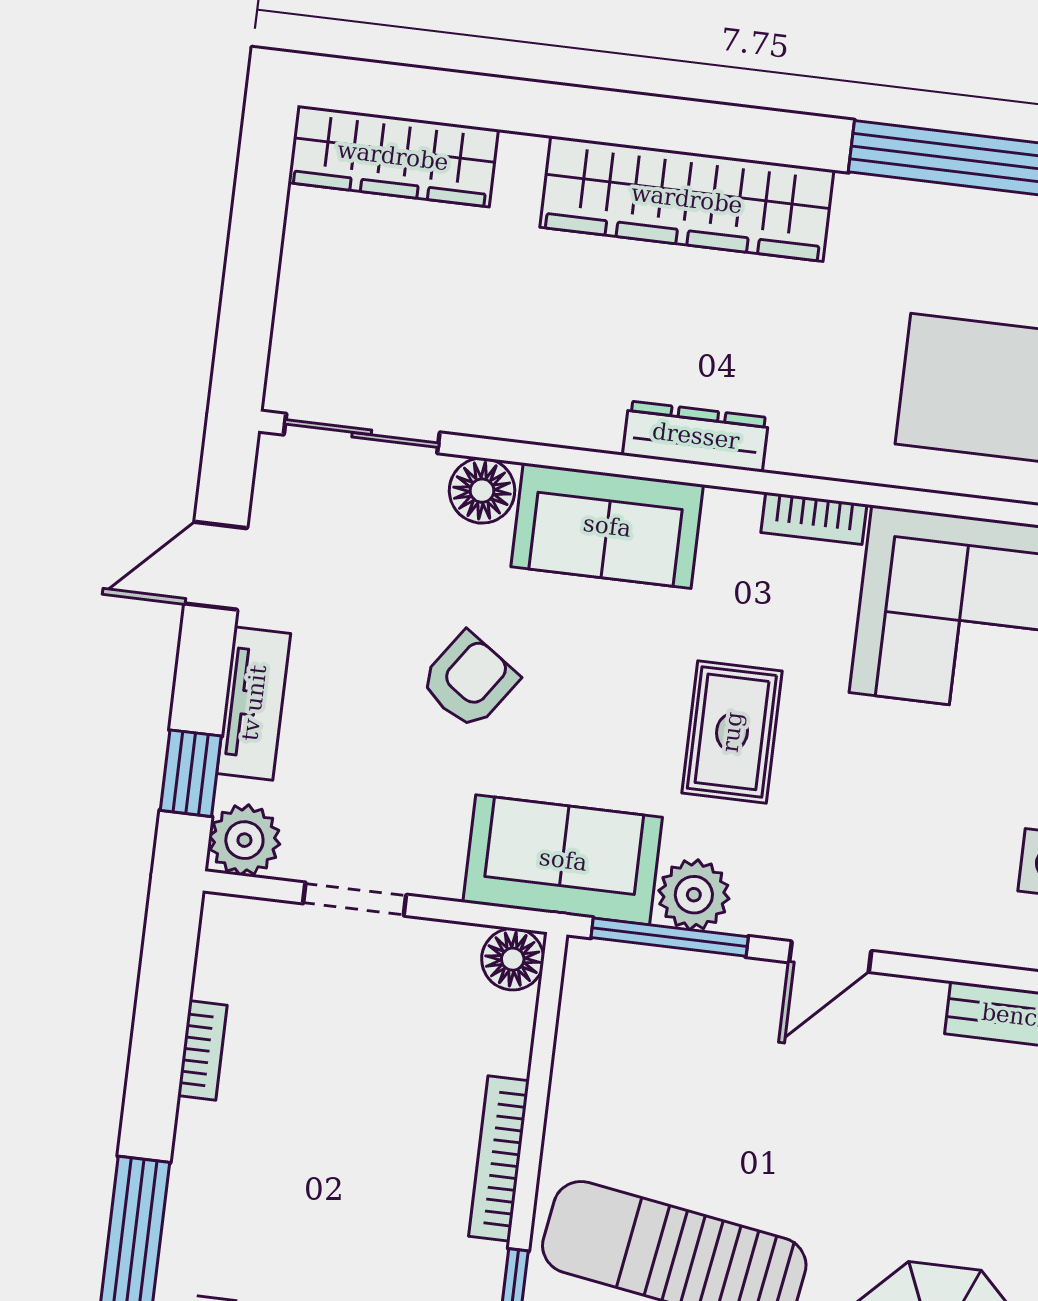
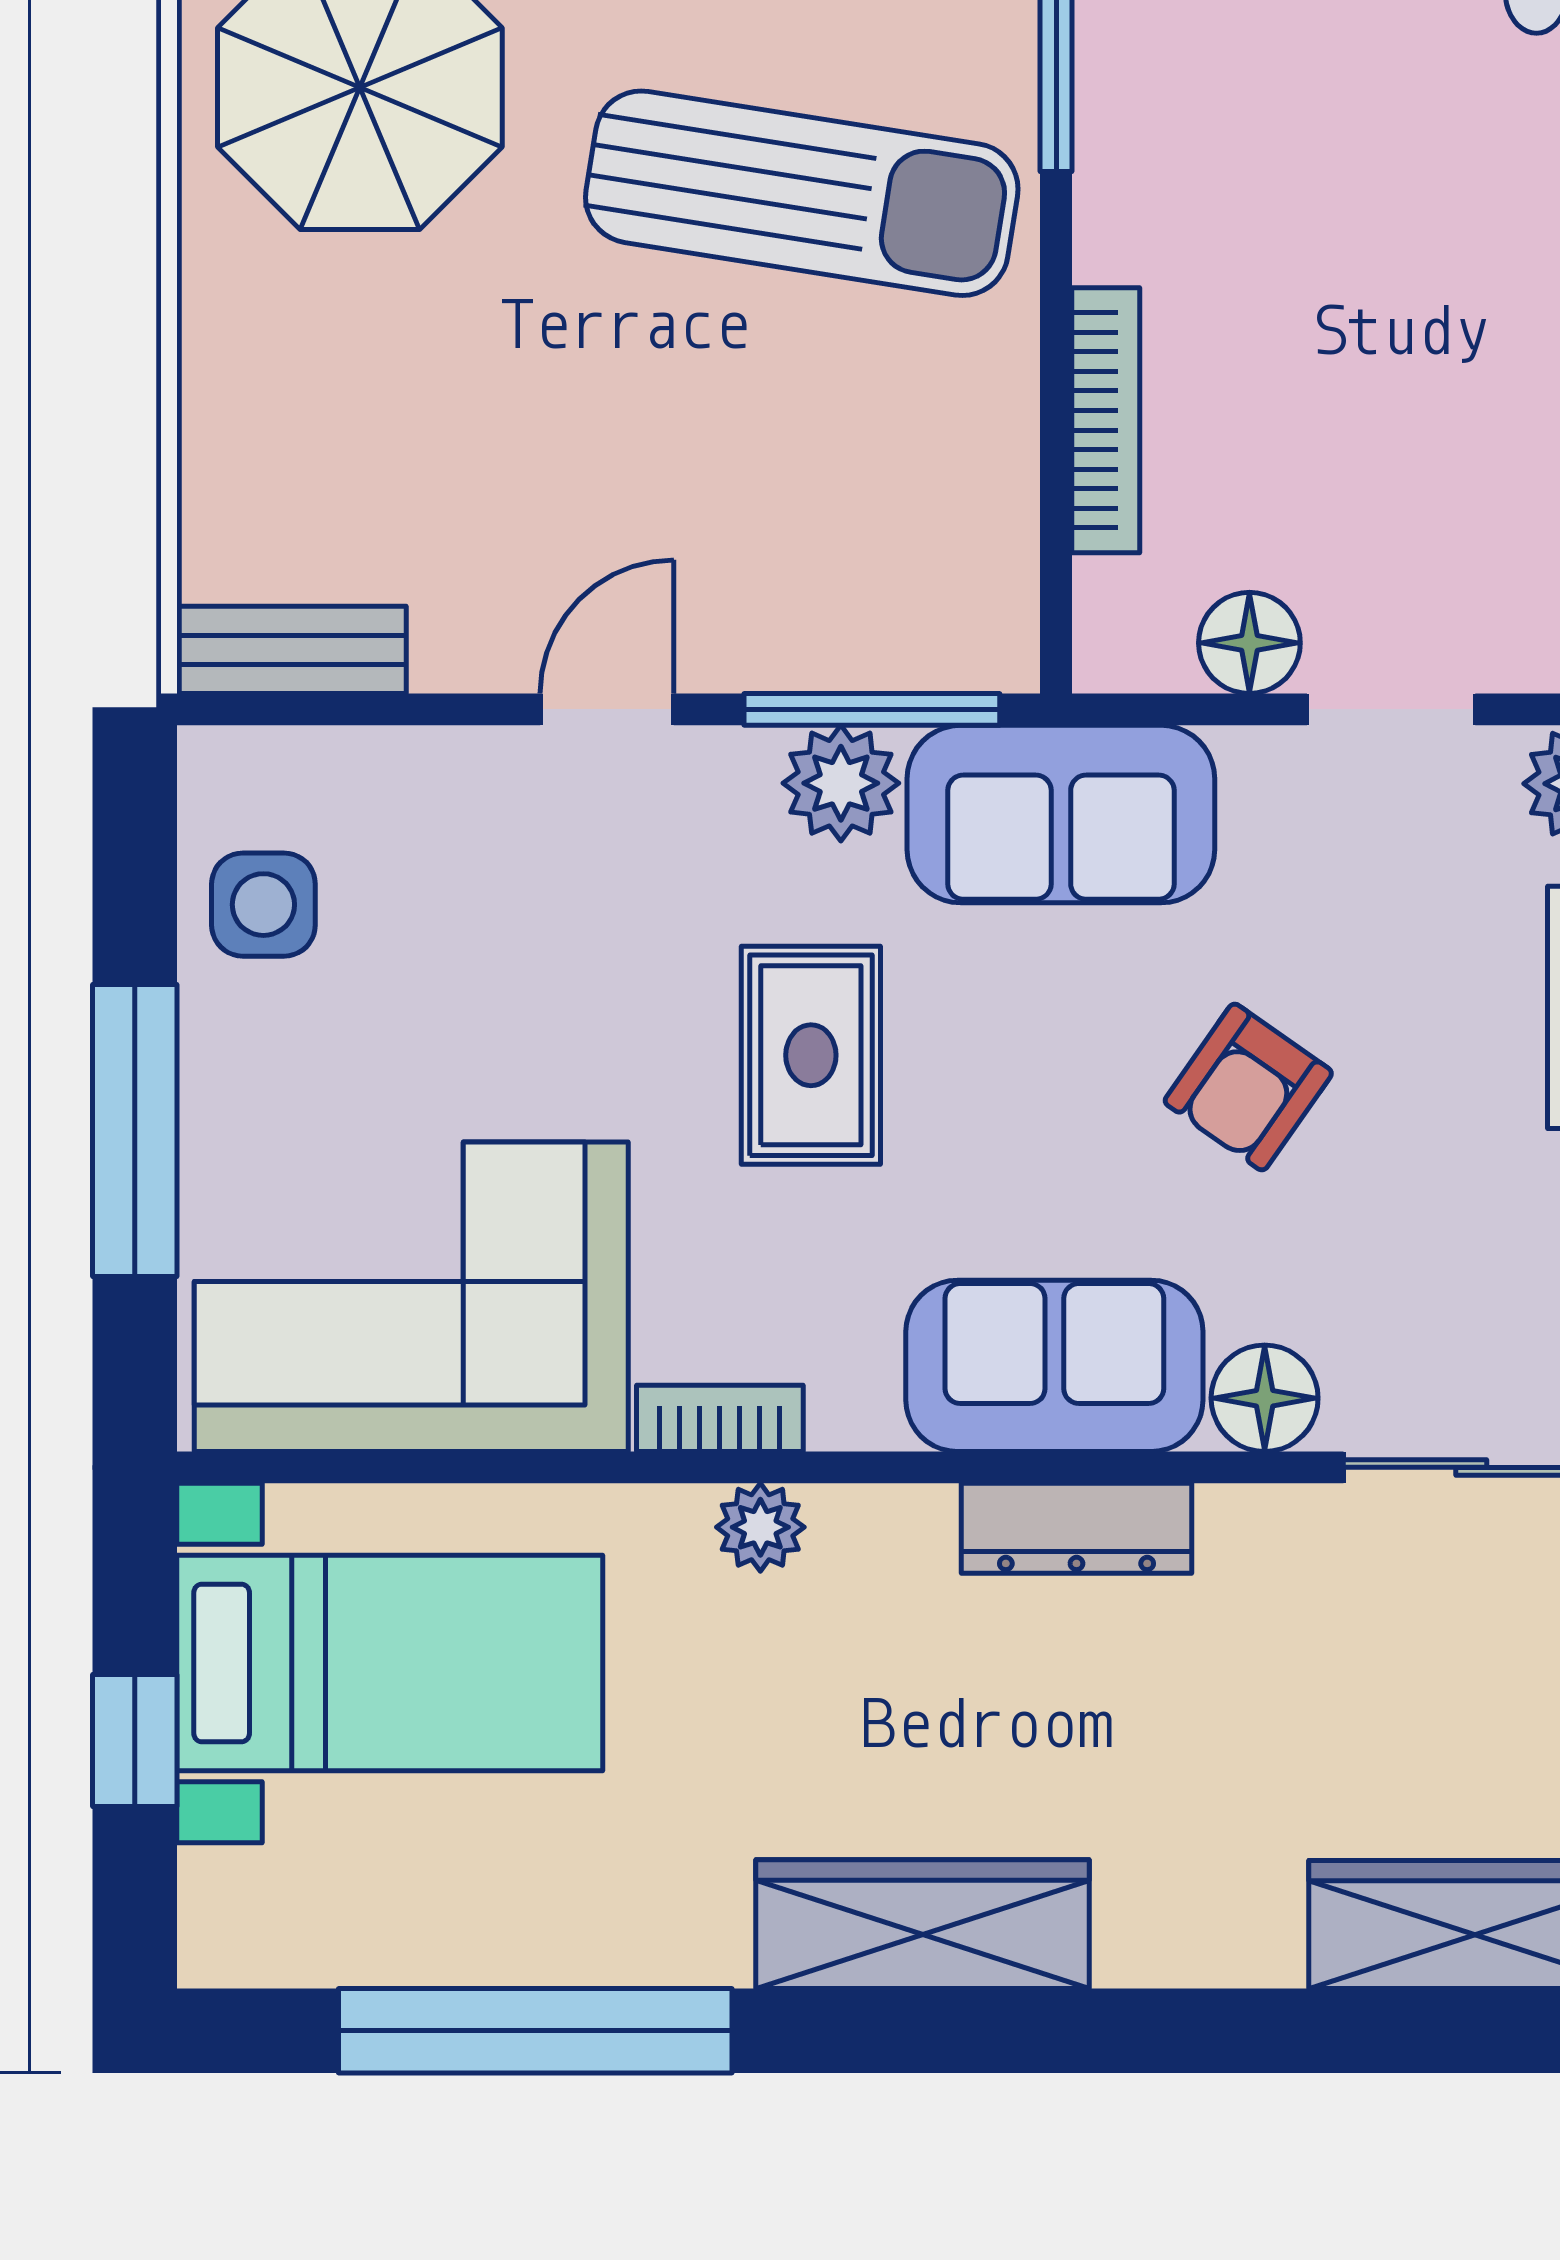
wardrobe: (687, 199) -> (922, 1924), width x0.71, depth x0.85
dresser: (696, 436) -> (1076, 1528), moved
plant: (797, 449) -> (760, 1527), added
floor lamp: (513, 959) -> (1249, 643), moved
bookcase: (499, 1159) -> (1106, 420), moved

